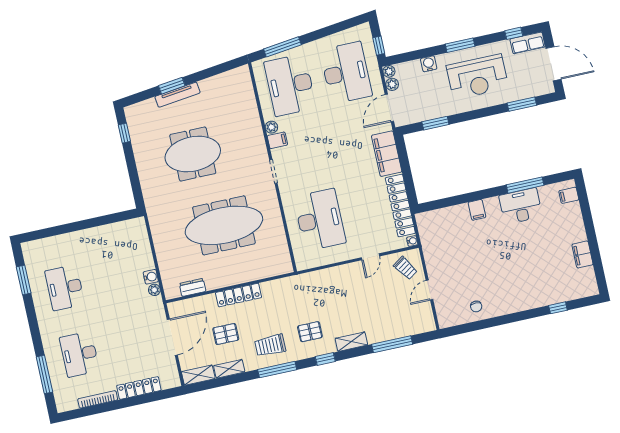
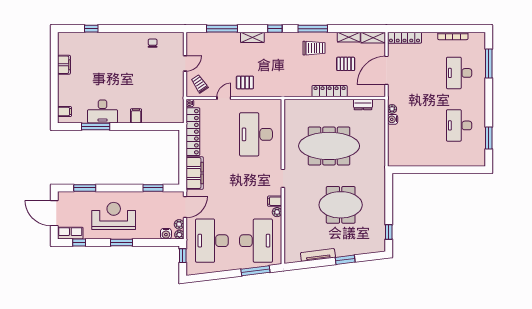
water cooler: (429, 64) -> (166, 234), moved
tv unit: (177, 95) -> (318, 255), moved
desk: (65, 288) -> (459, 125), turned 180
pallet: (310, 332) -> (245, 82), moved
desk: (79, 354) -> (459, 73), turned 180
locker: (139, 388) -> (404, 38), moved

